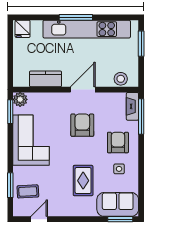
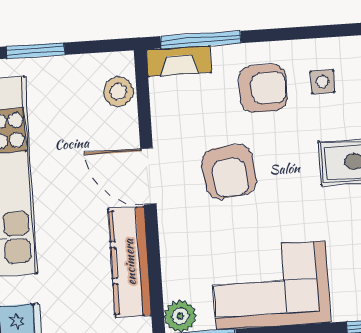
kitchen counter: (46, 79) -> (130, 262), width x1.50
armchair: (82, 125) -> (229, 172), turned -96
armchair: (118, 143) -> (263, 88), turned 180

